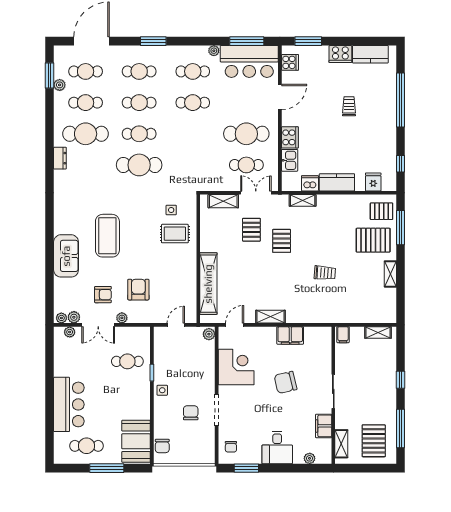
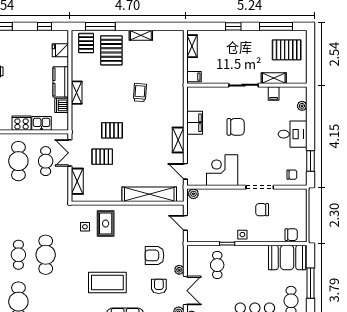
shelving: (303, 200) -> (77, 93), moved
chair: (286, 382) -> (236, 127), turned -77
filing cabinet: (324, 426) -> (274, 94), width x0.50
shelving: (341, 444) -> (274, 78), moved

